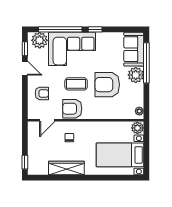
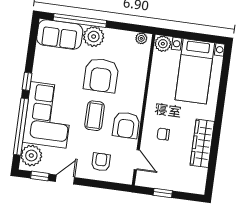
window: (25, 162) -> (163, 193), moved

